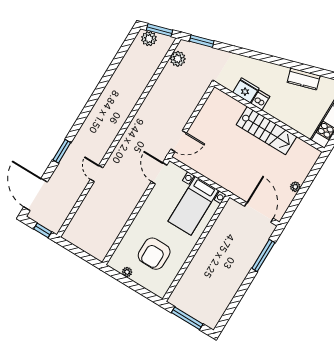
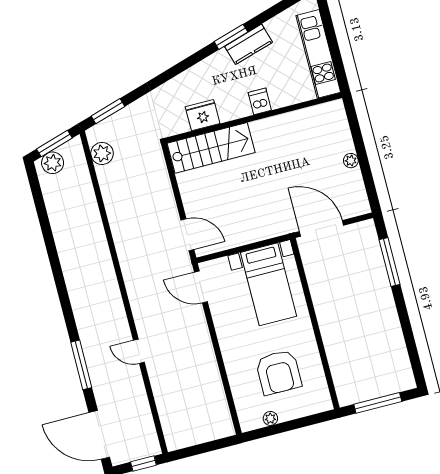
window: (299, 67) -> (231, 37), added
dishwasher: (260, 100) -> (260, 101), moved
stairs: (266, 131) -> (211, 148), moved
door: (179, 141) -> (187, 235), hinge flipped
window: (62, 151) -> (81, 365), width x1.44
door: (259, 212) -> (321, 228), moved

